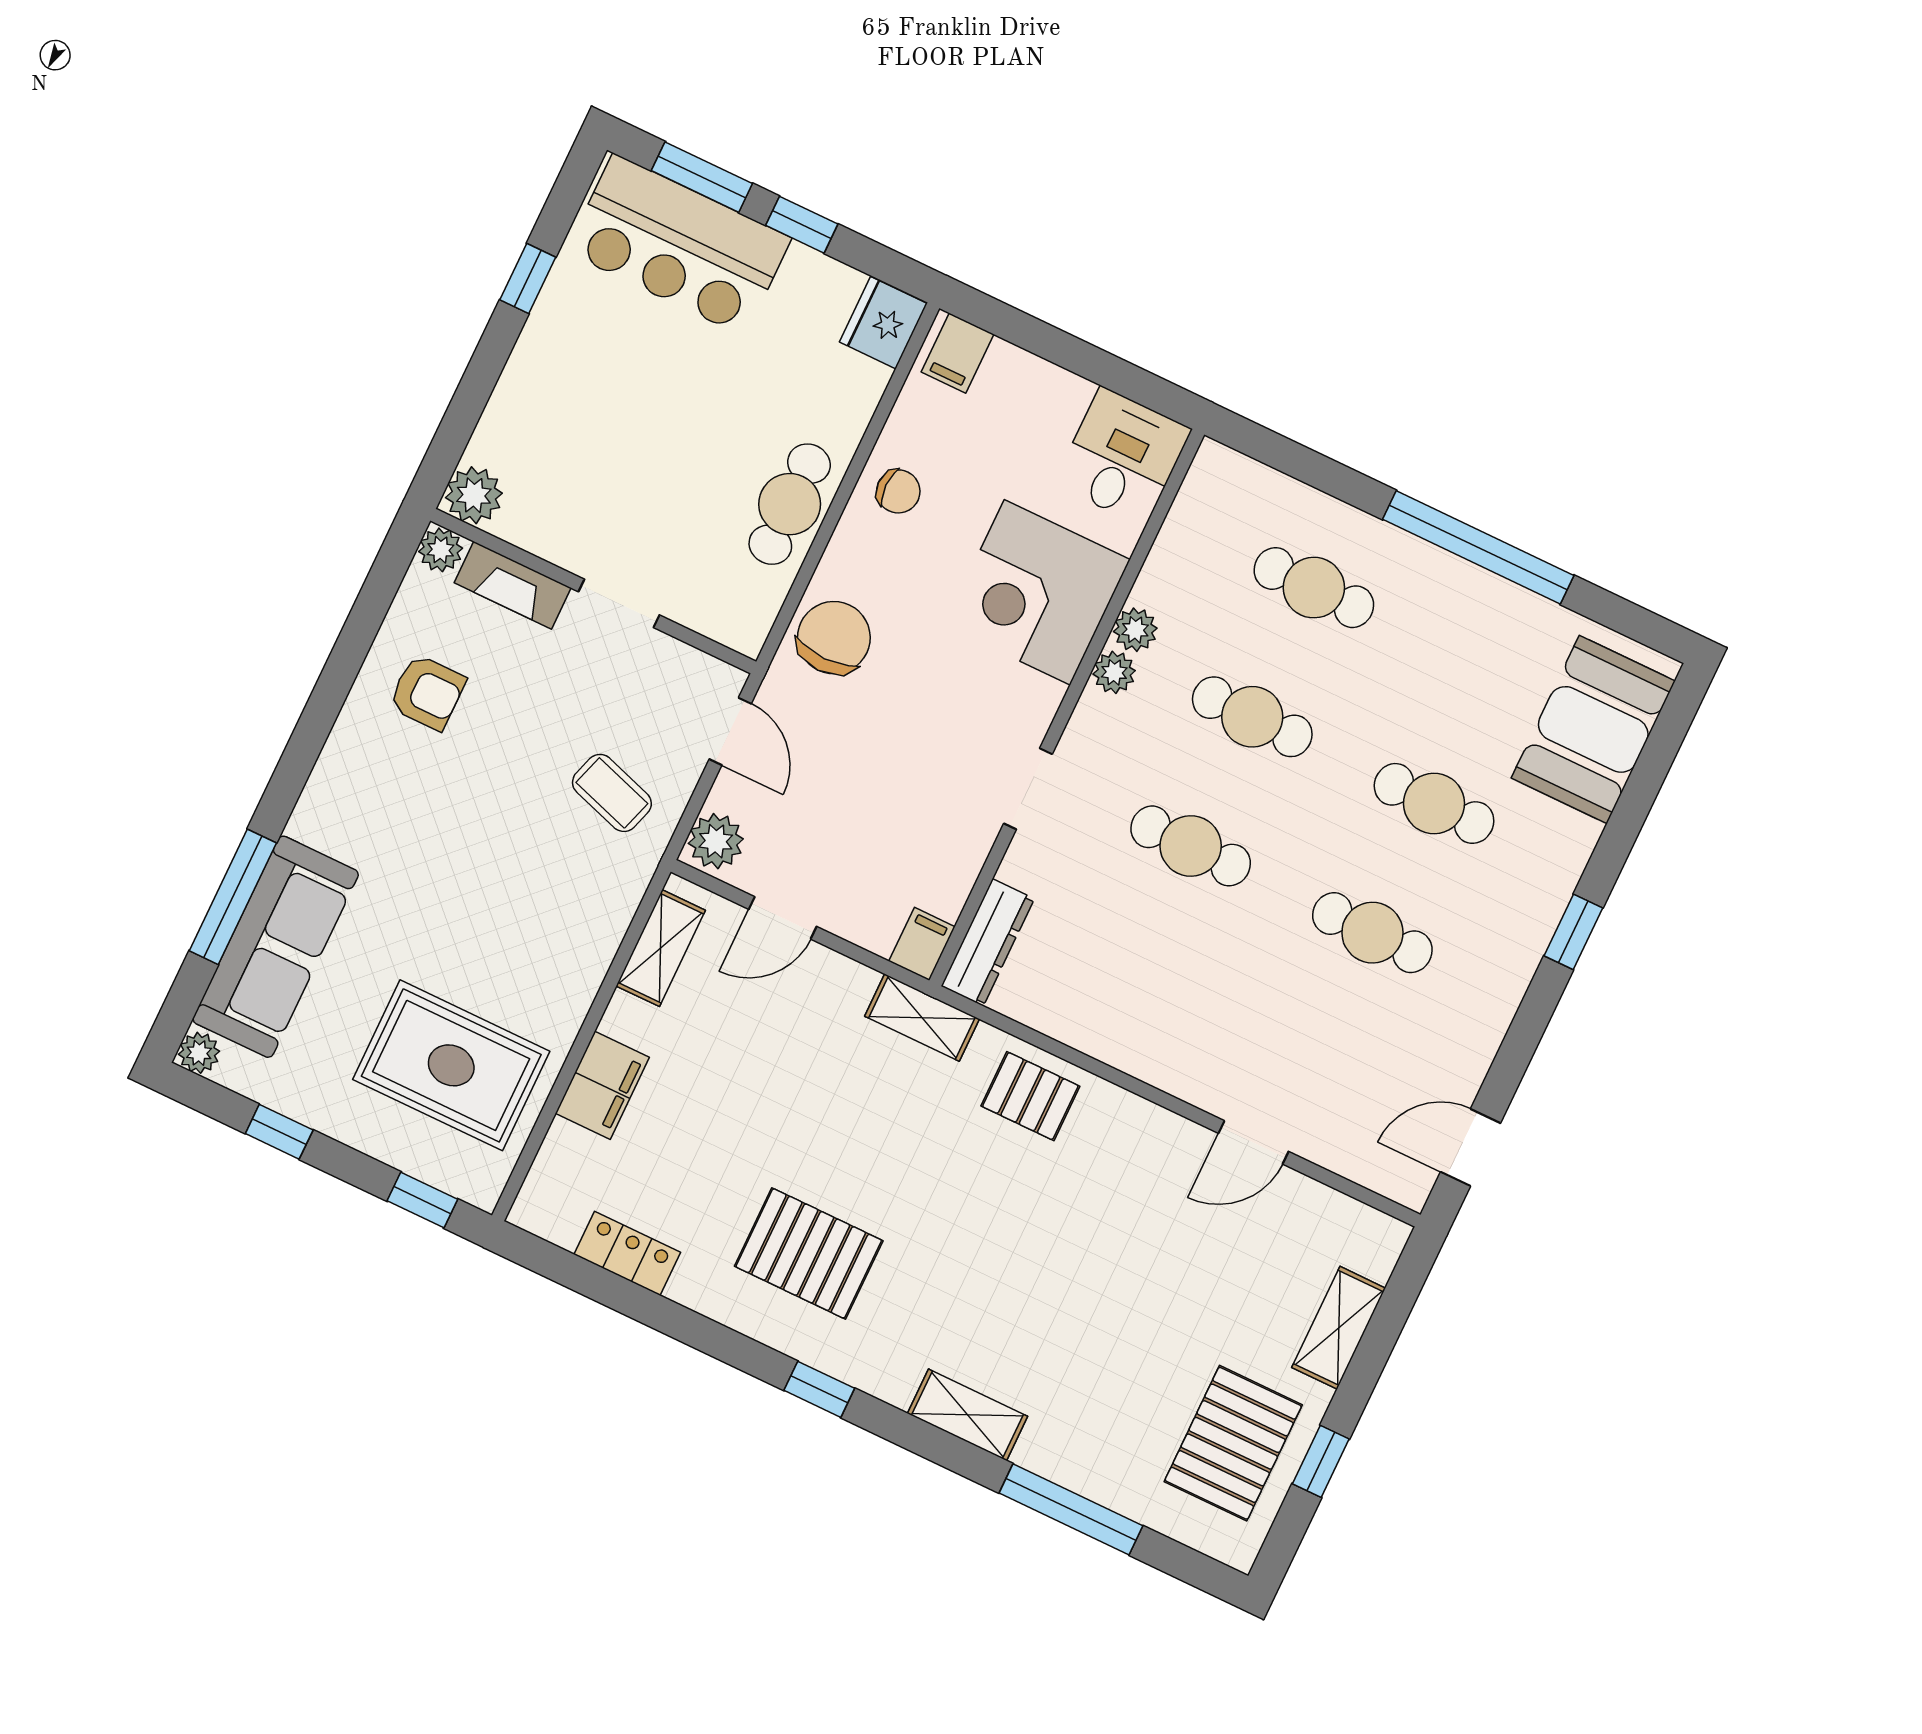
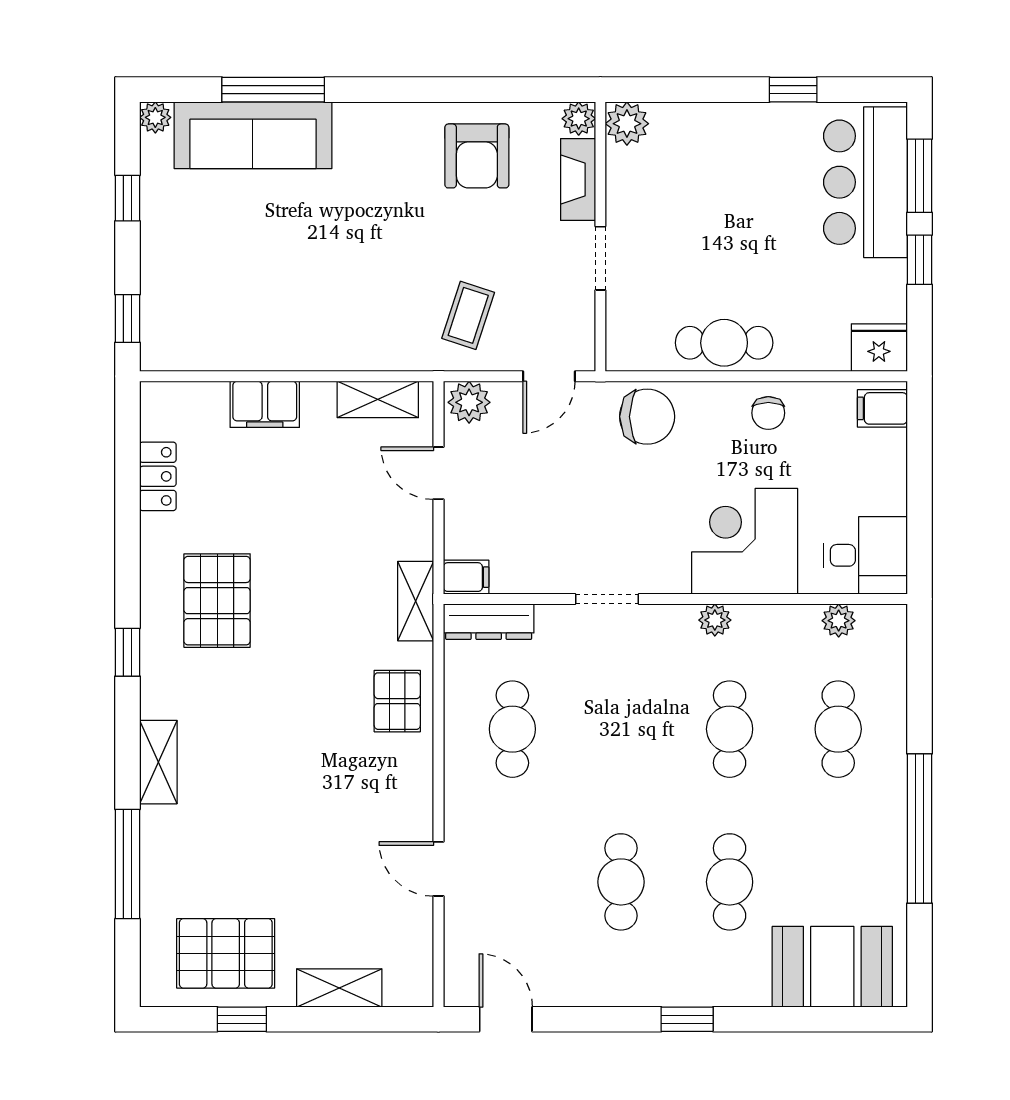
plant: (1135, 630) -> (839, 621), moved
armchair: (427, 692) -> (477, 156), width x1.38, depth x1.38
cafe table: (1191, 846) -> (512, 729), moved
rug: (451, 1065) -> (229, 294), removed

